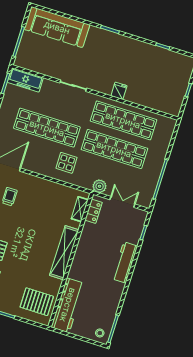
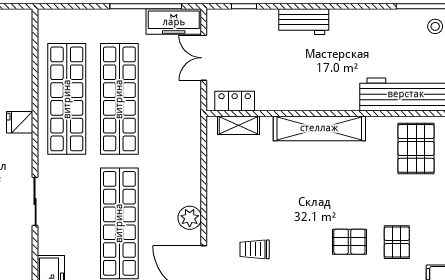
display table: (66, 163) -> (168, 172), removed
plant: (100, 186) -> (190, 218), moved
freezer: (147, 192) -> (174, 22), added
workbench: (125, 262) -> (304, 22), width x0.73

